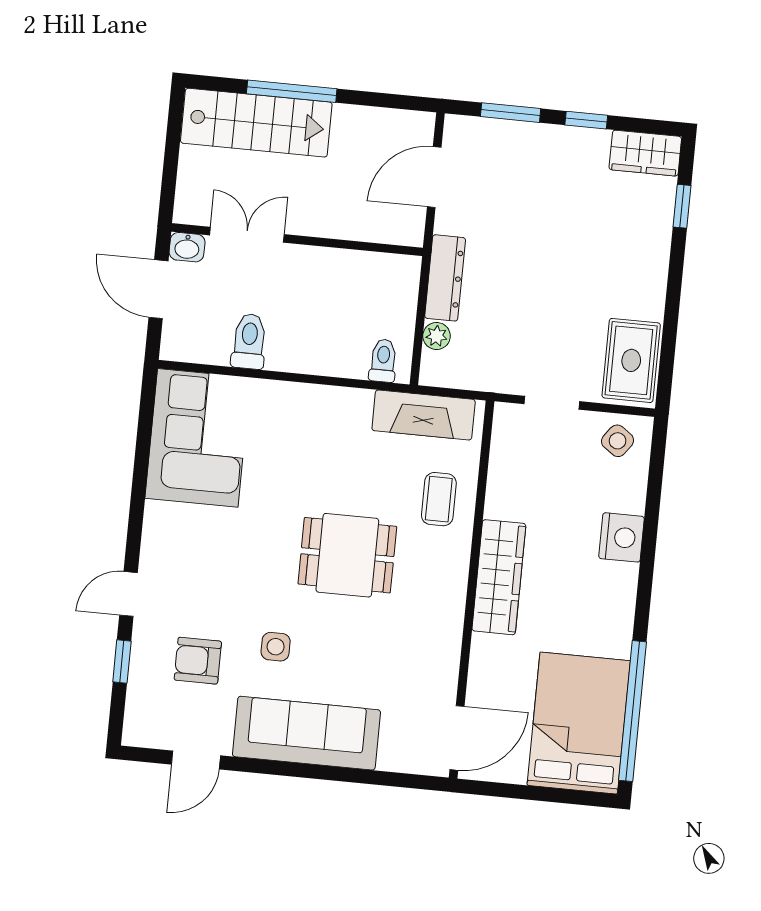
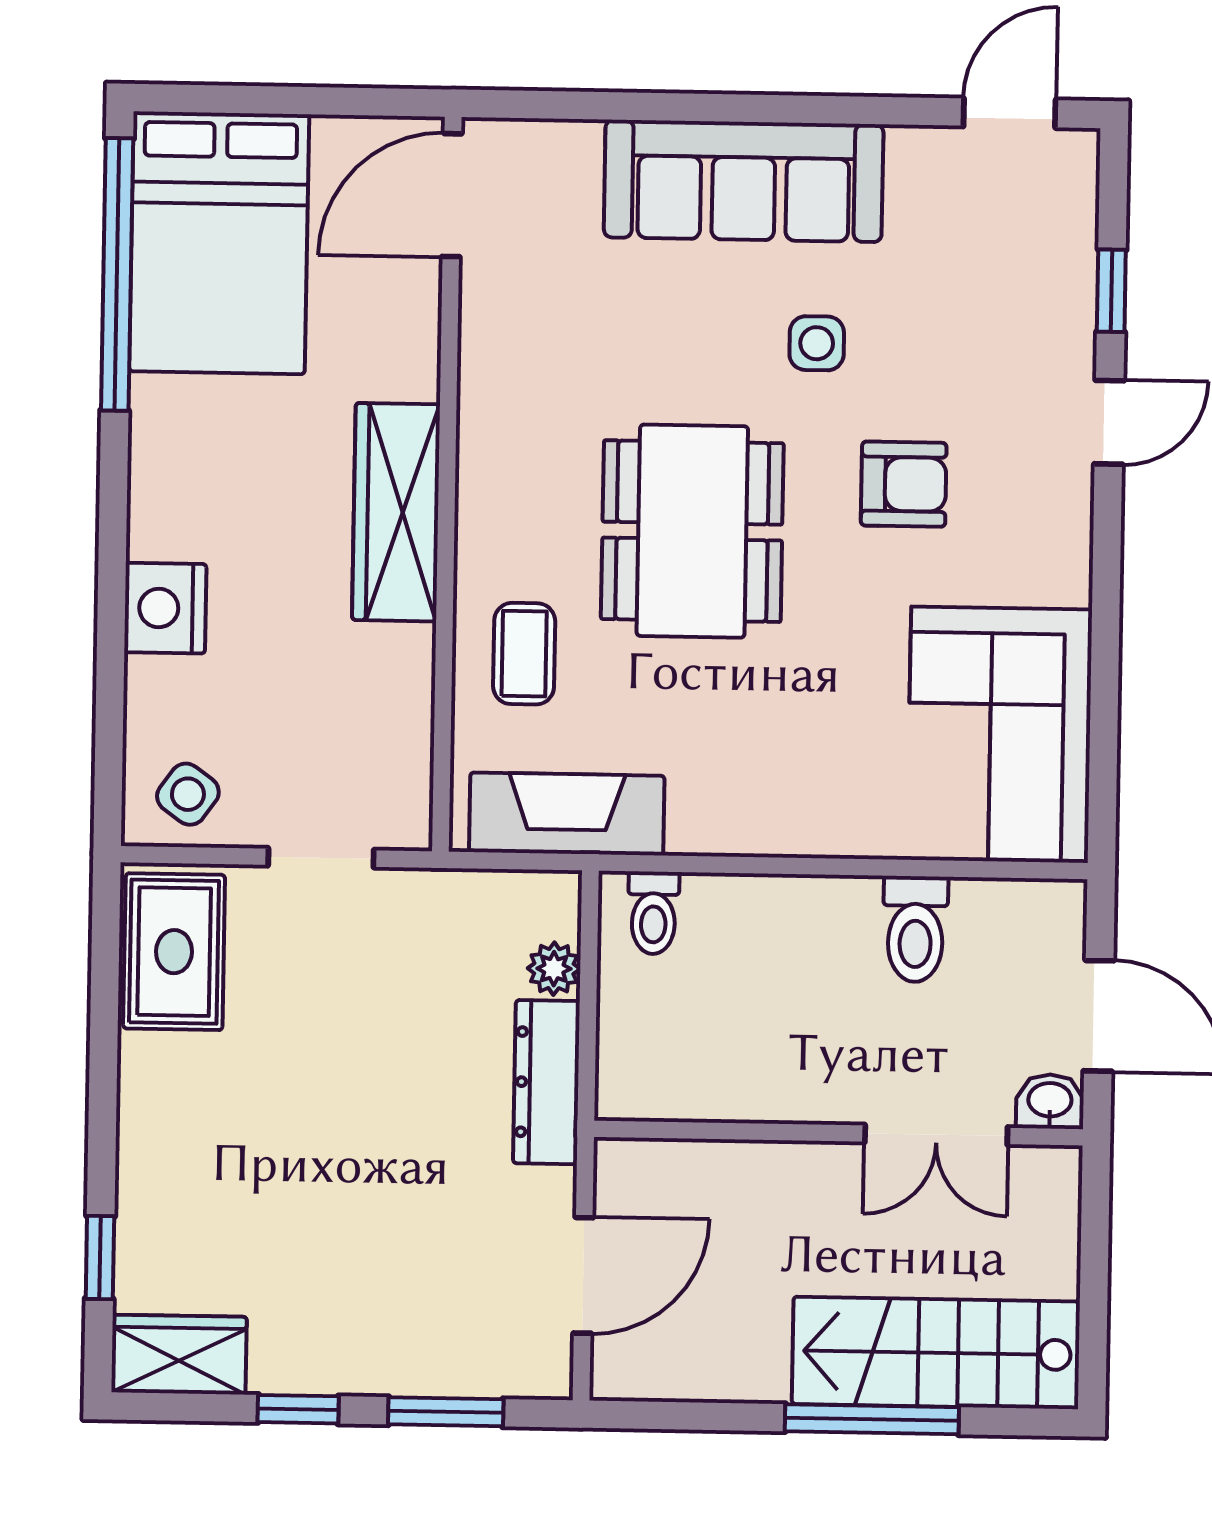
dining table: (347, 555) -> (692, 531), width x1.38
armchair: (198, 661) -> (904, 484), moved
door: (196, 760) -> (1010, 113), moved

